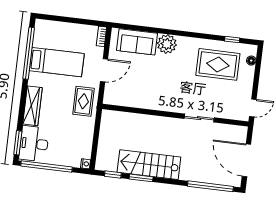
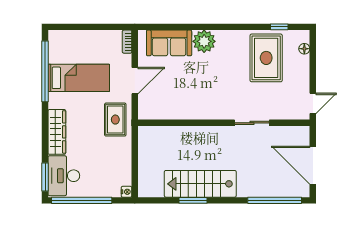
rug: (218, 64) -> (266, 58), turned 90
window: (113, 175) -> (160, 200), removed

